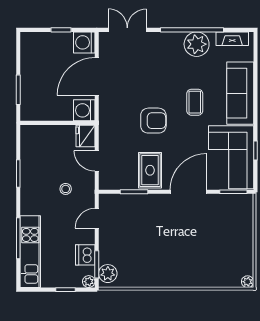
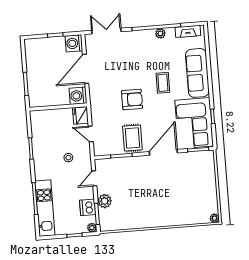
plant: (197, 44) -> (160, 33), width x0.53, depth x0.53
plant: (108, 274) -> (105, 201), moved

